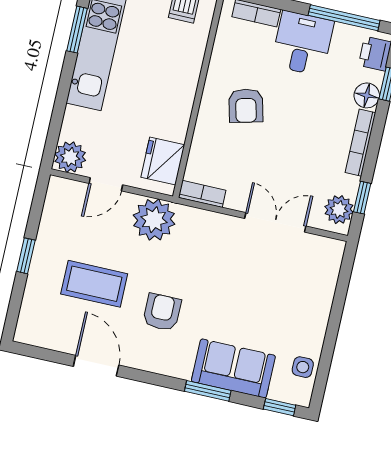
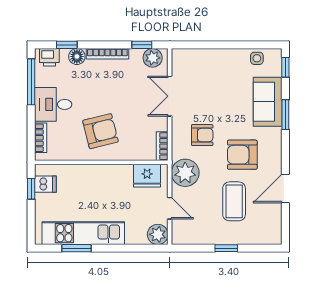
armchair: (246, 106) -> (100, 131), width x1.38, depth x1.38
armchair: (205, 258) -> (202, 135), added
armchair: (162, 312) -> (242, 155), width x1.38, depth x1.38

